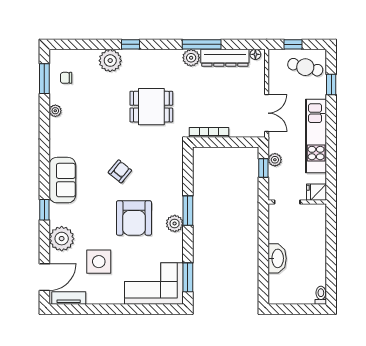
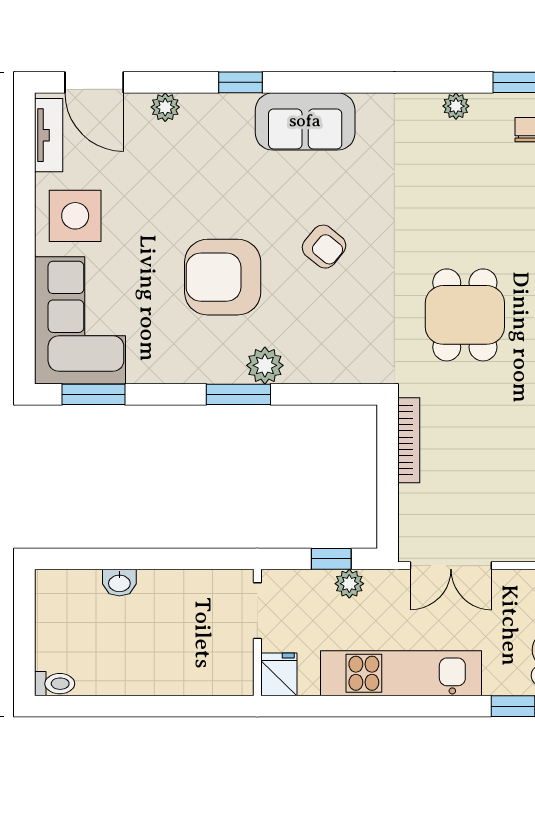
plant: (175, 223) -> (265, 365), moved
plant: (62, 239) -> (165, 107), width x0.53, depth x0.53
washbasin: (277, 258) -> (119, 583), width x0.52, depth x0.69
side table: (99, 262) -> (75, 216), moved

